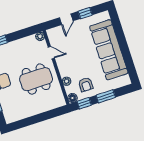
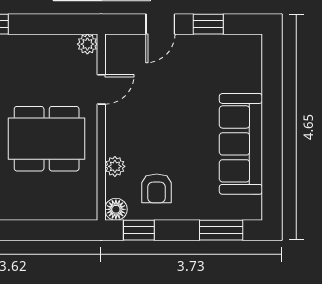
sofa: (109, 50) -> (241, 144), width x0.74, depth x0.79
door: (51, 53) -> (101, 89), hinge flipped
window: (106, 96) -> (221, 230), moved

